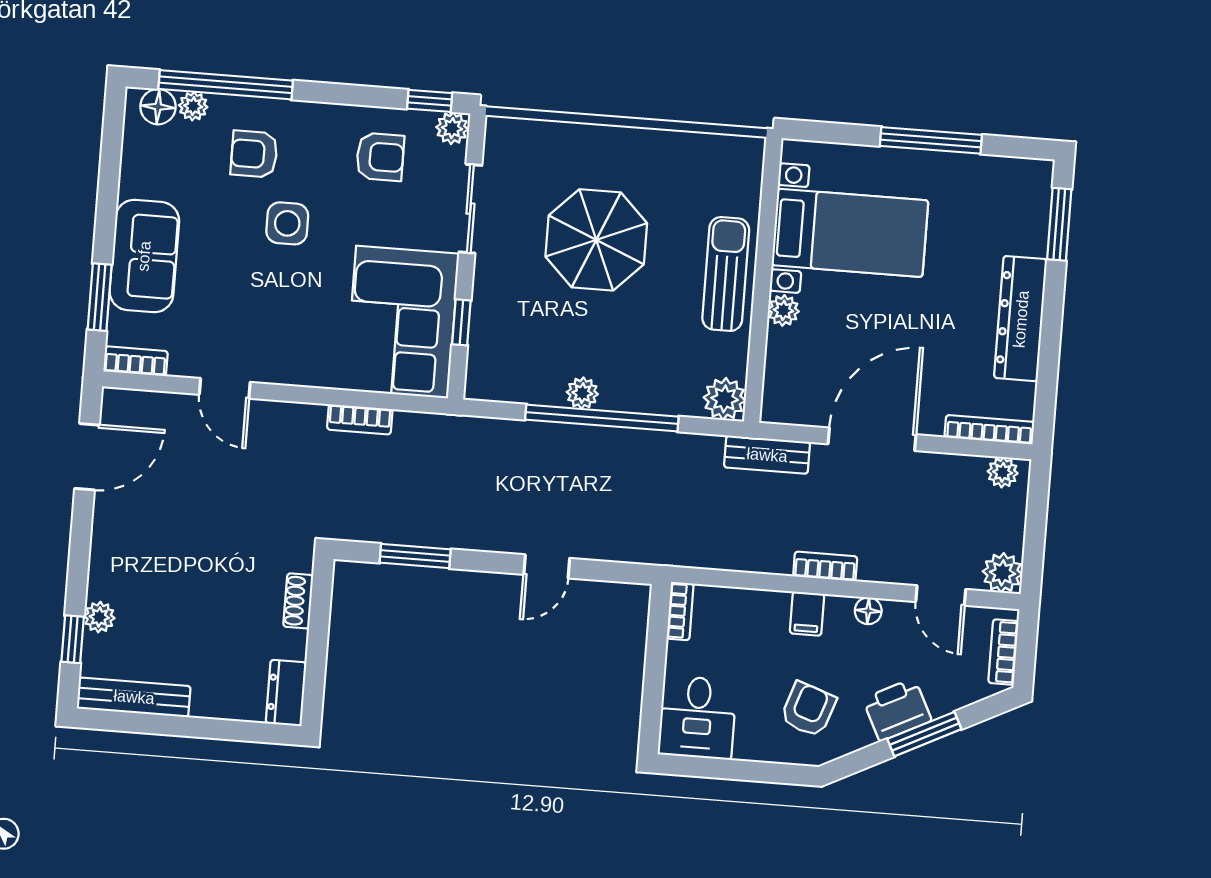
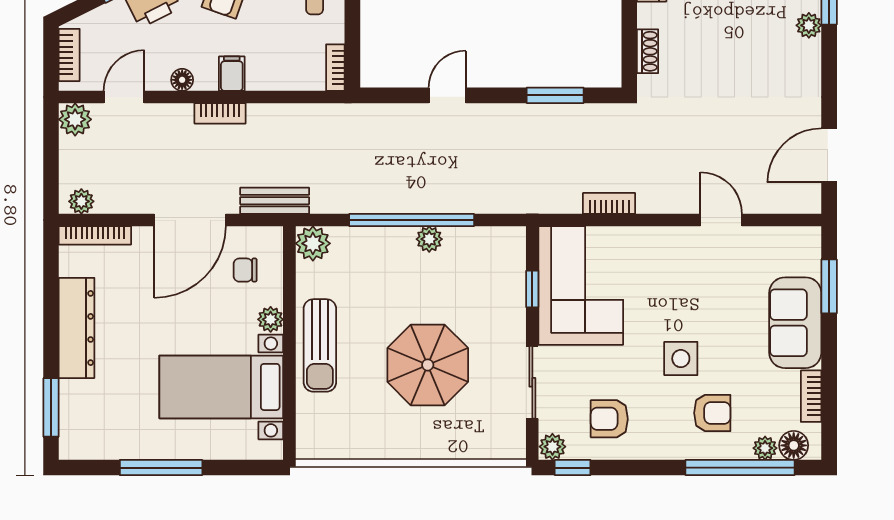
bookcase: (136, 361) -> (811, 396), moved, turned 90
chair: (810, 373) -> (245, 270), added
door: (941, 595) -> (124, 97), hinge flipped

